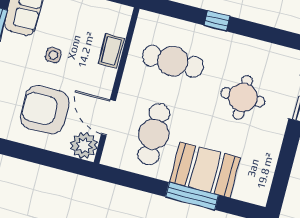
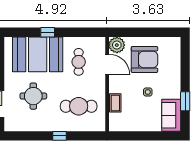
cafe table: (154, 134) -> (79, 62), width x0.73, depth x0.74
booth: (205, 170) -> (38, 54), width x1.36, depth x1.42
window: (192, 196) -> (48, 32), width x0.46

